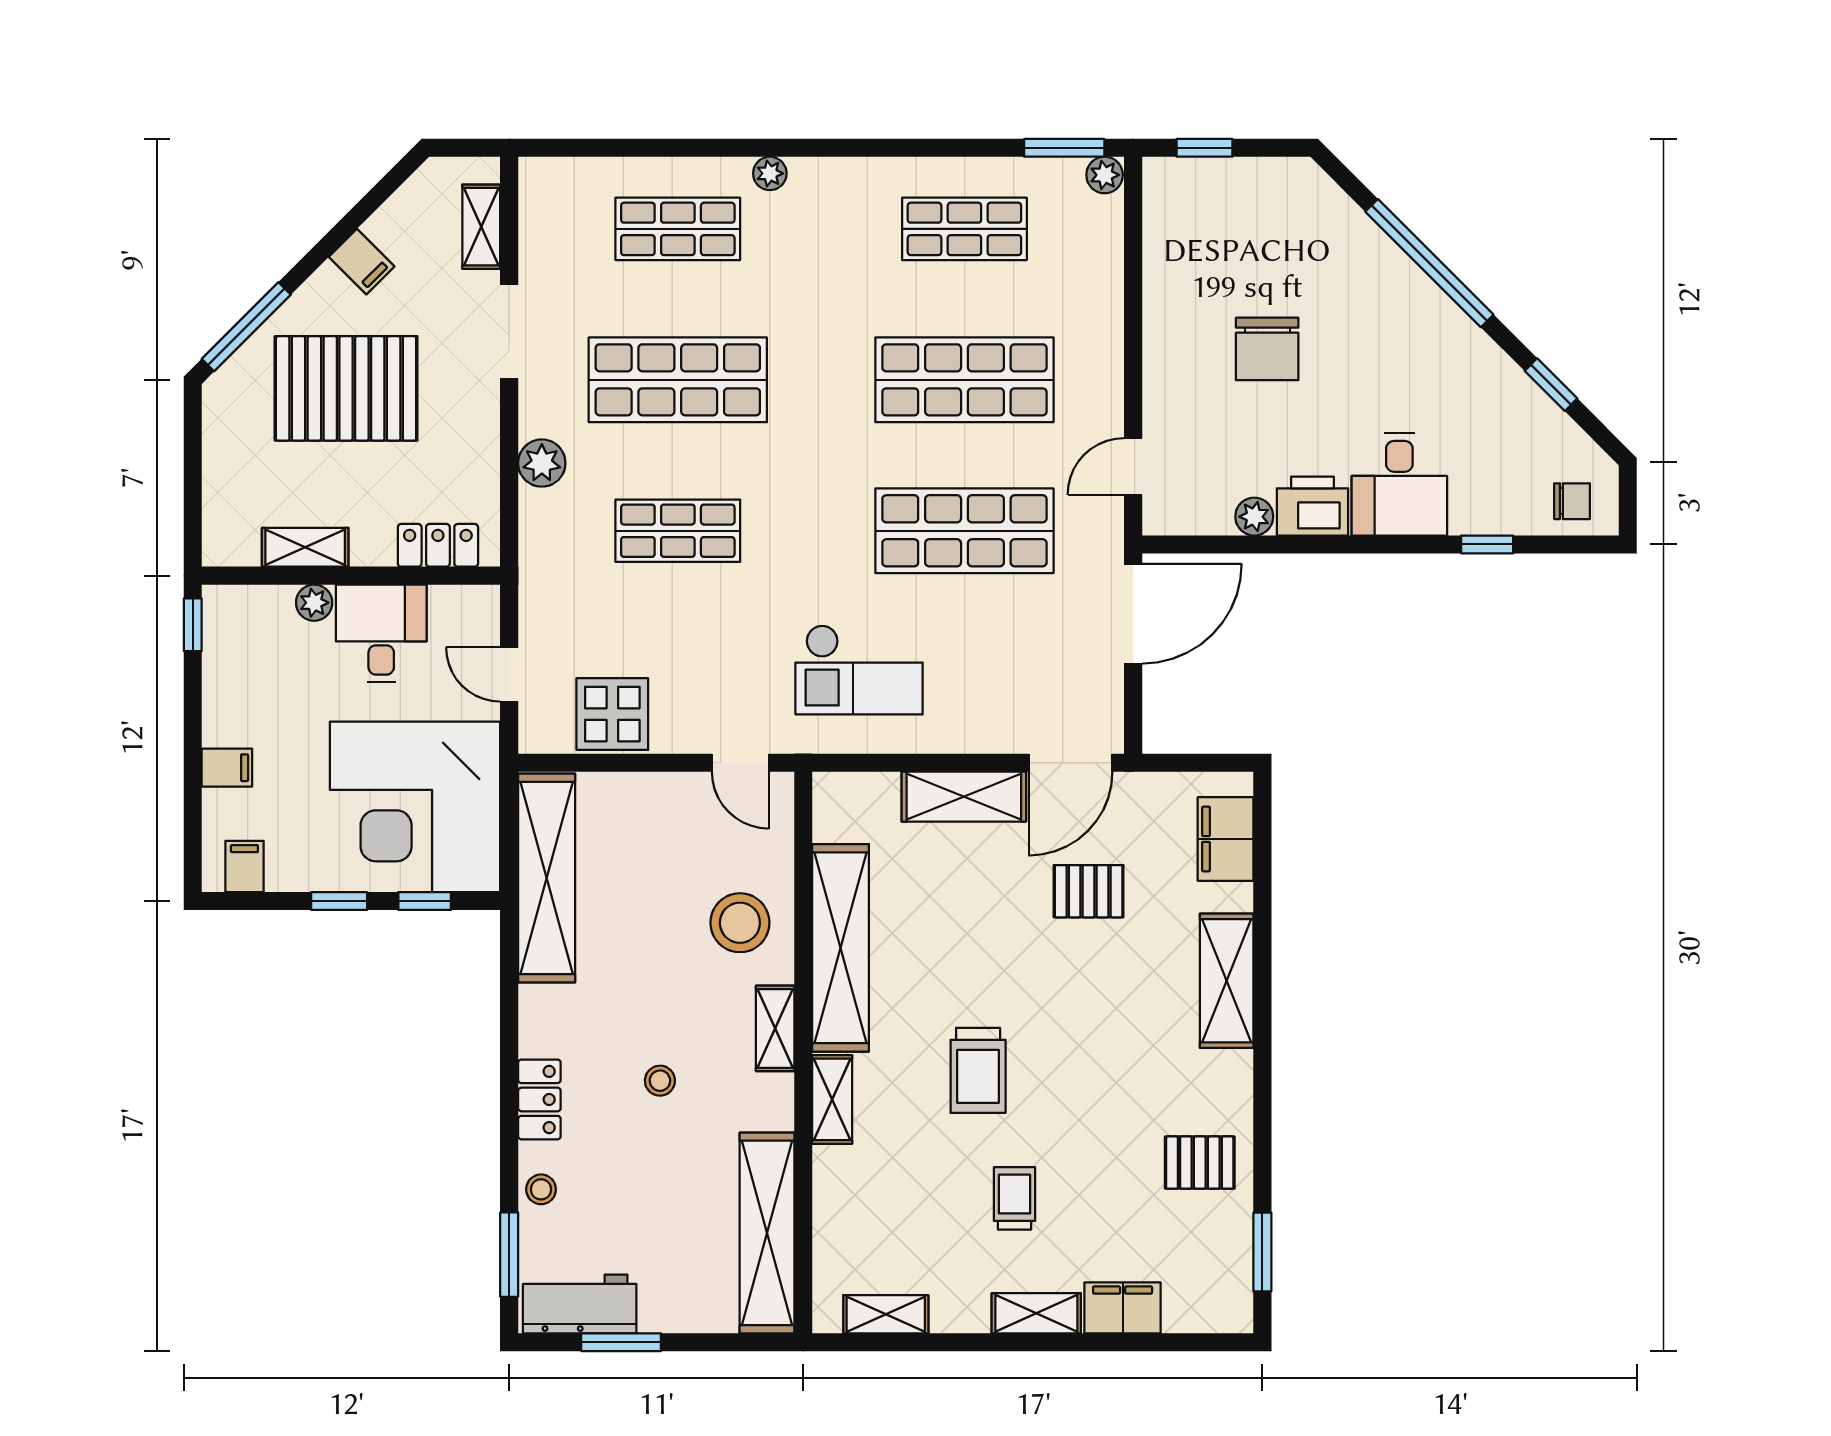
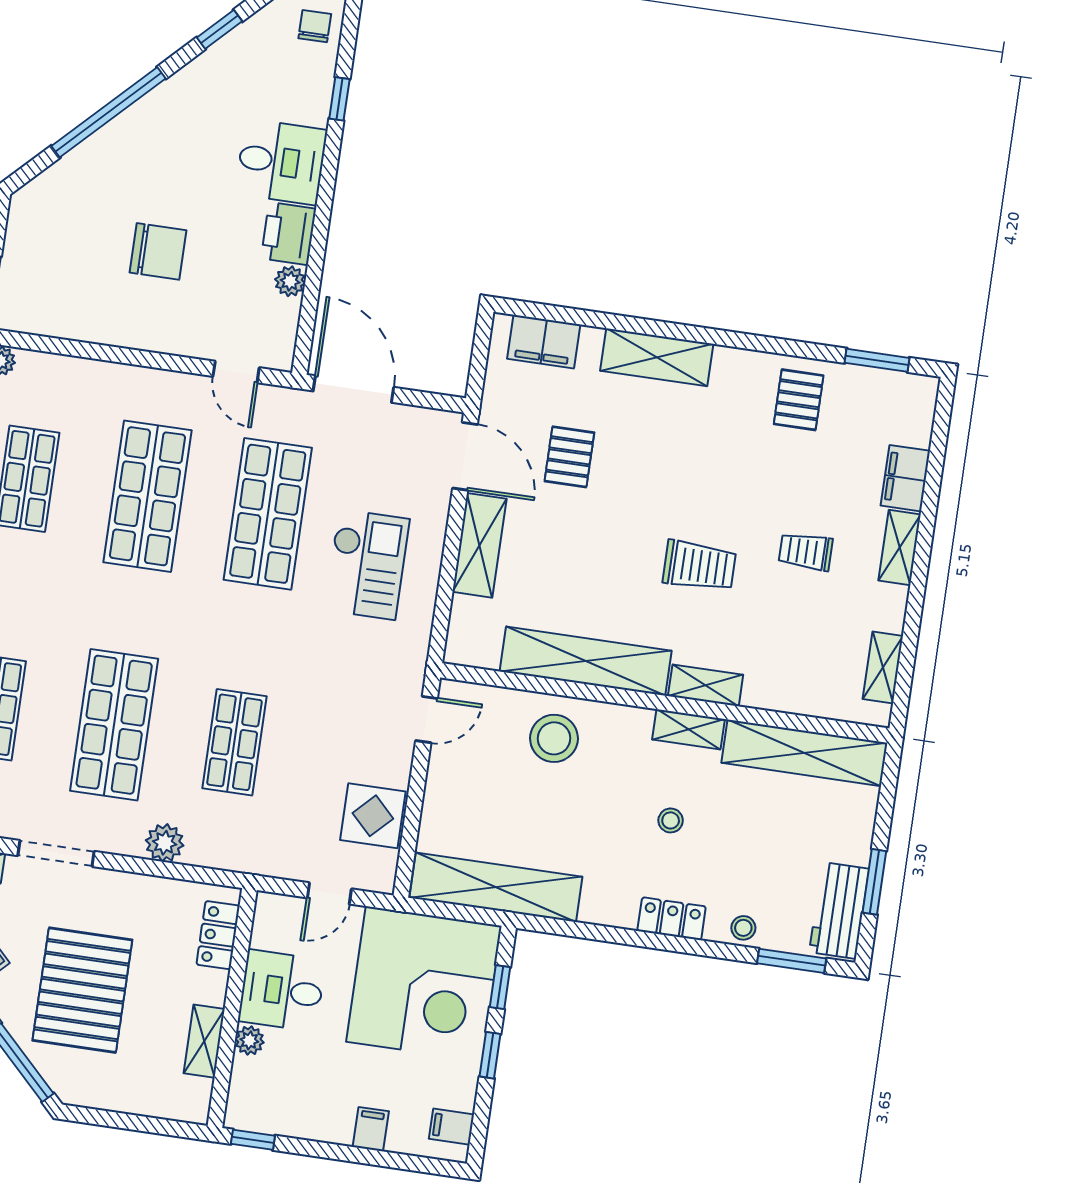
checkout: (859, 670) -> (367, 564), moved
shelving: (775, 1028) -> (689, 729), moved

